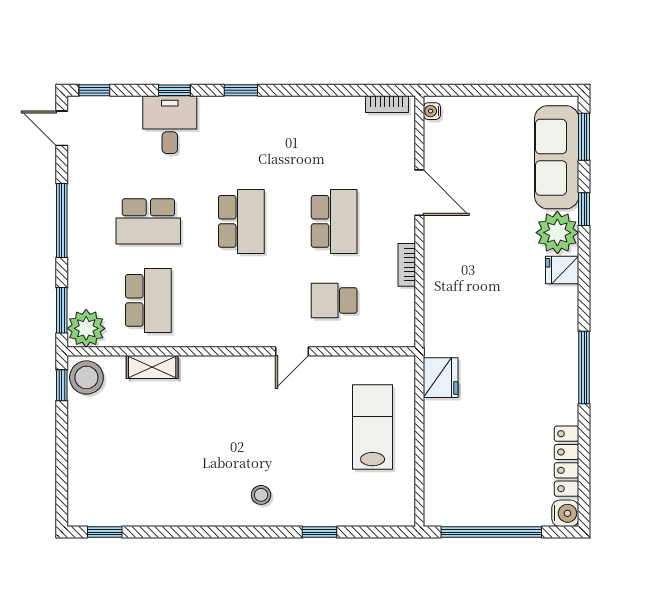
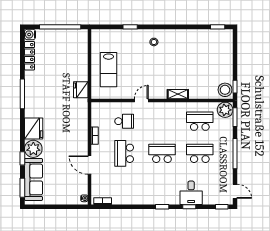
school desk: (241, 221) -> (162, 153), turned 90
fridge: (562, 270) -> (34, 129), width x1.88, depth x1.34
school desk: (148, 300) -> (200, 121), turned 90
shelving: (152, 367) -> (178, 94), moved

